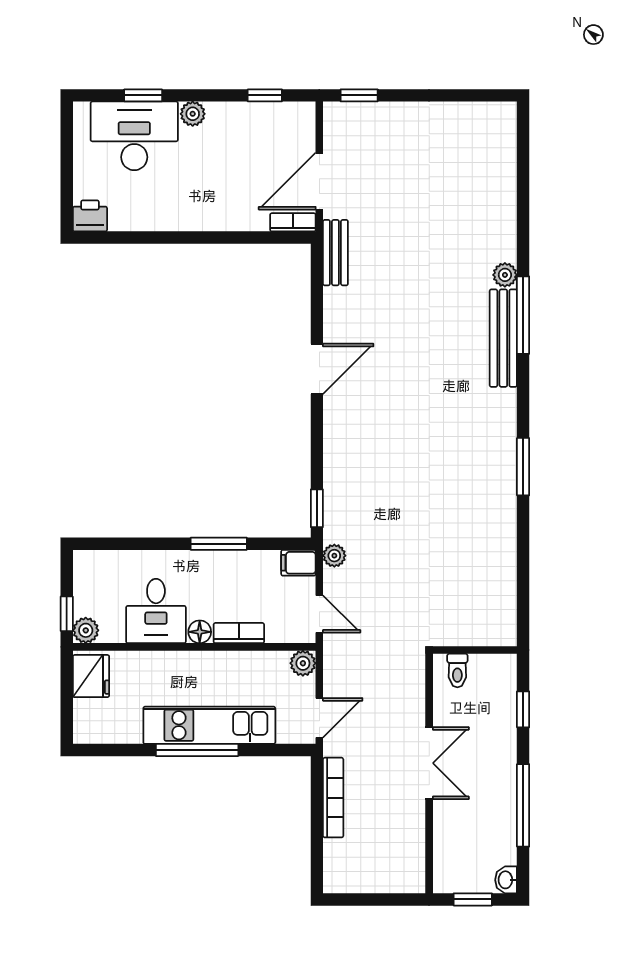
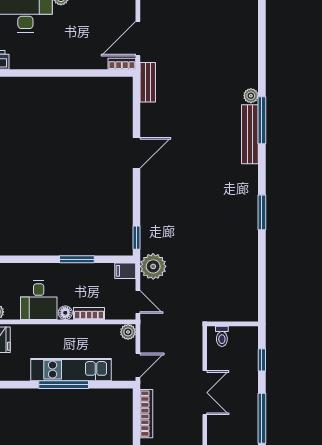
plant: (334, 556) -> (153, 266), width x1.87, depth x1.87

